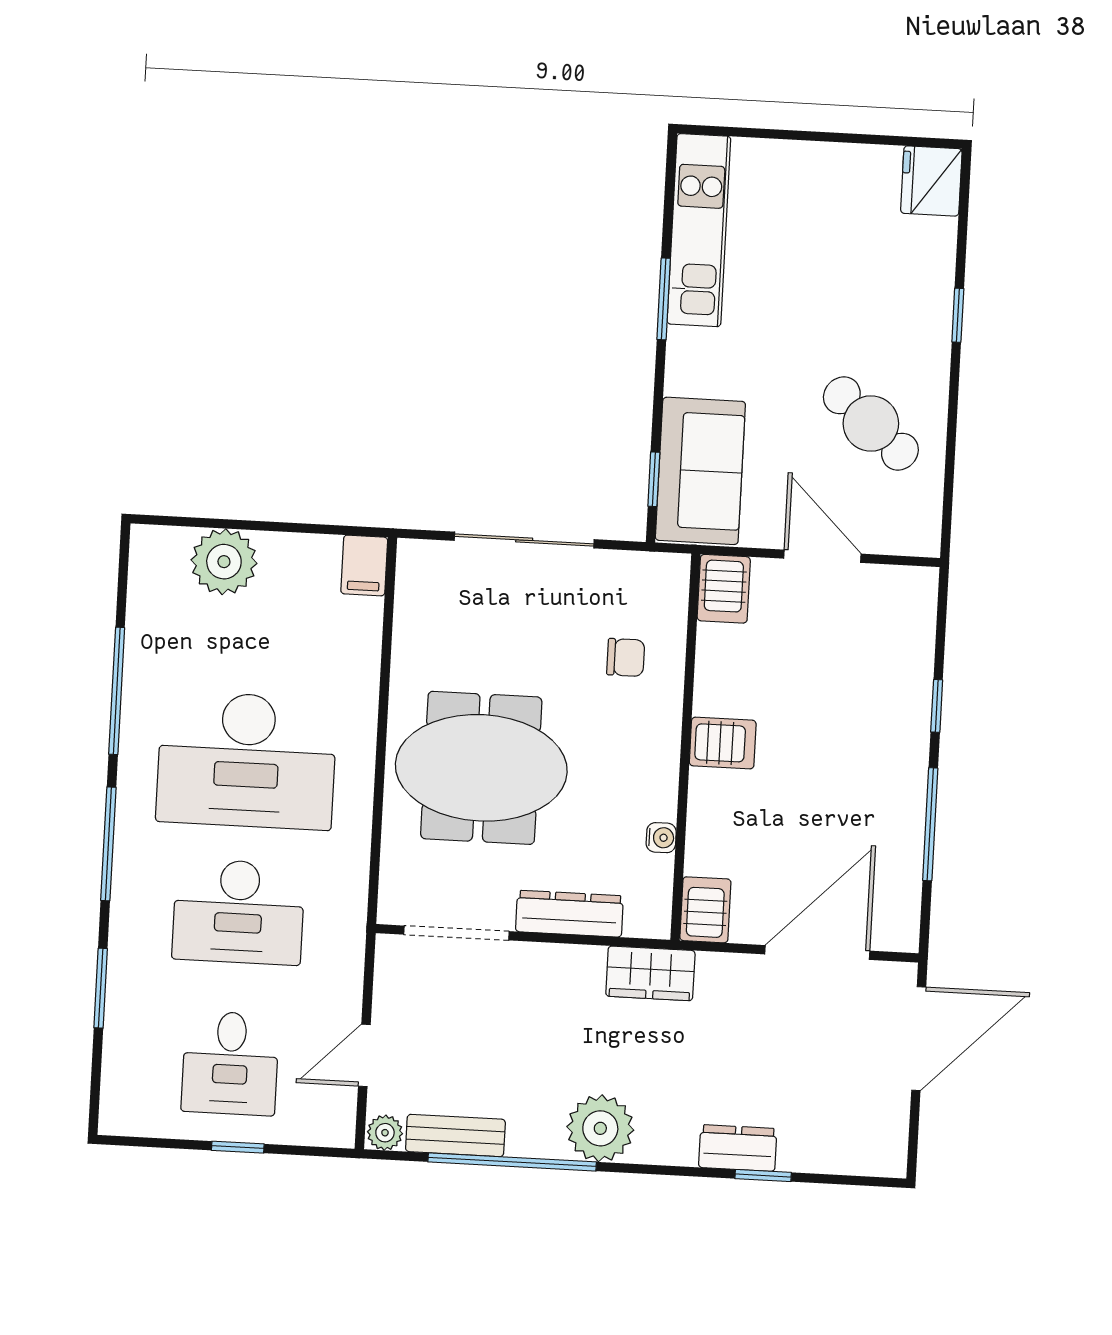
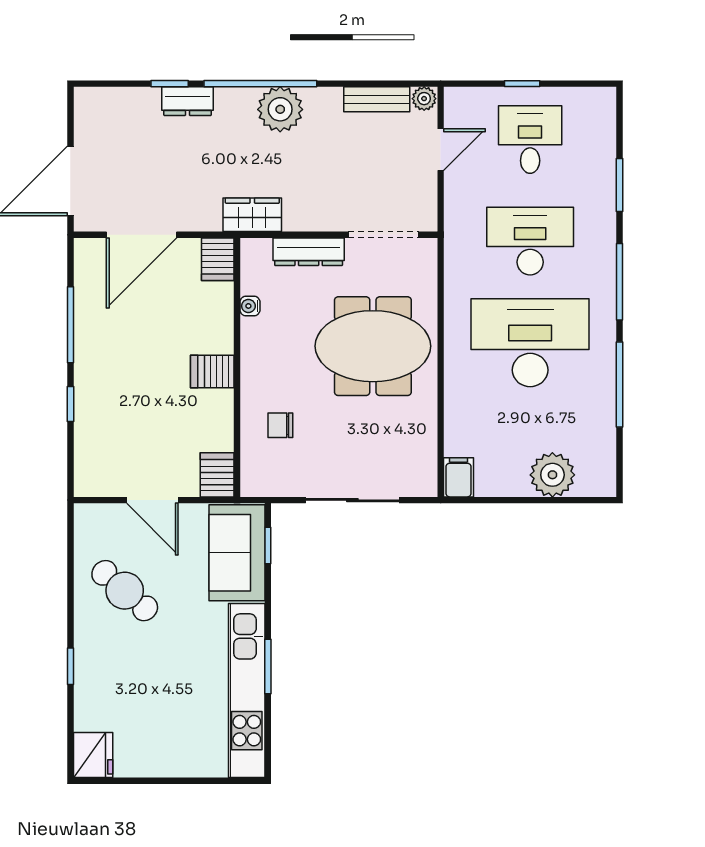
kitchen unit: (699, 230) -> (247, 690), width x1.36
window: (512, 1162) -> (260, 84), moved

